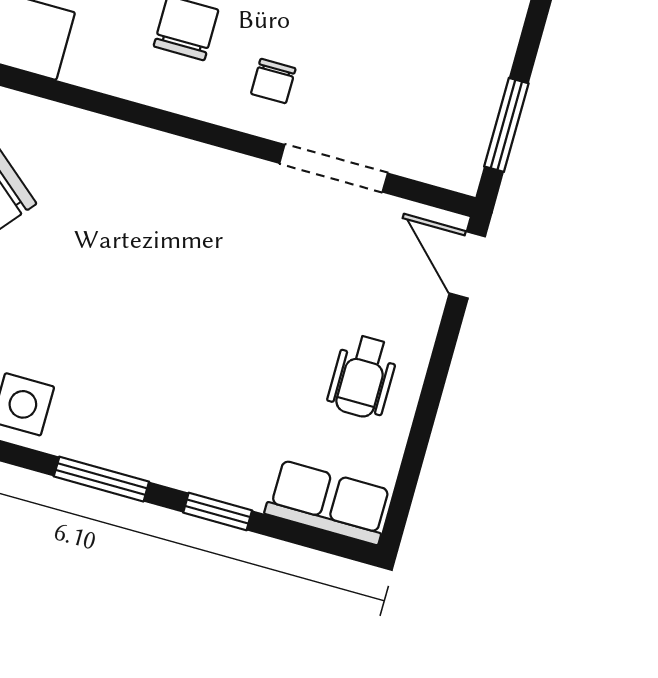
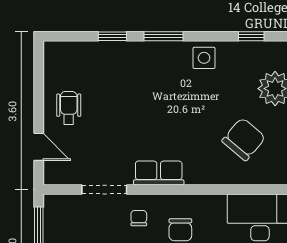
door: (467, 265) -> (39, 147), moved
row of seats: (329, 502) -> (159, 173), moved, turned 180

